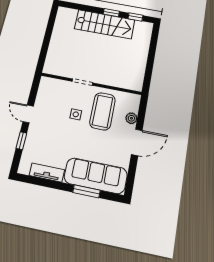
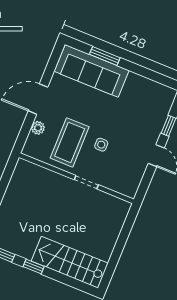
stairs: (105, 24) -> (70, 262), moved
tv unit: (47, 173) -> (145, 84), removed

